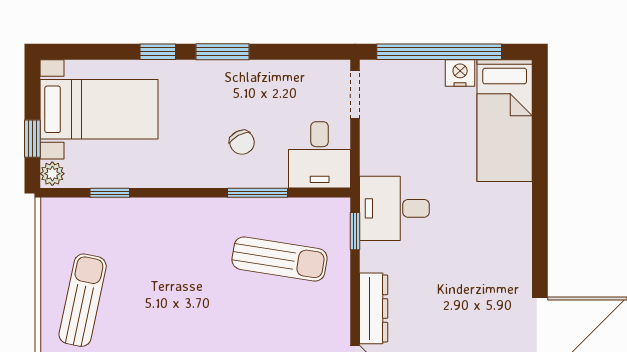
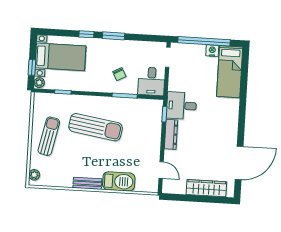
sun lounger: (279, 259) -> (96, 127), moved, width x1.36, depth x1.34
dresser: (374, 308) -> (171, 134), moved

